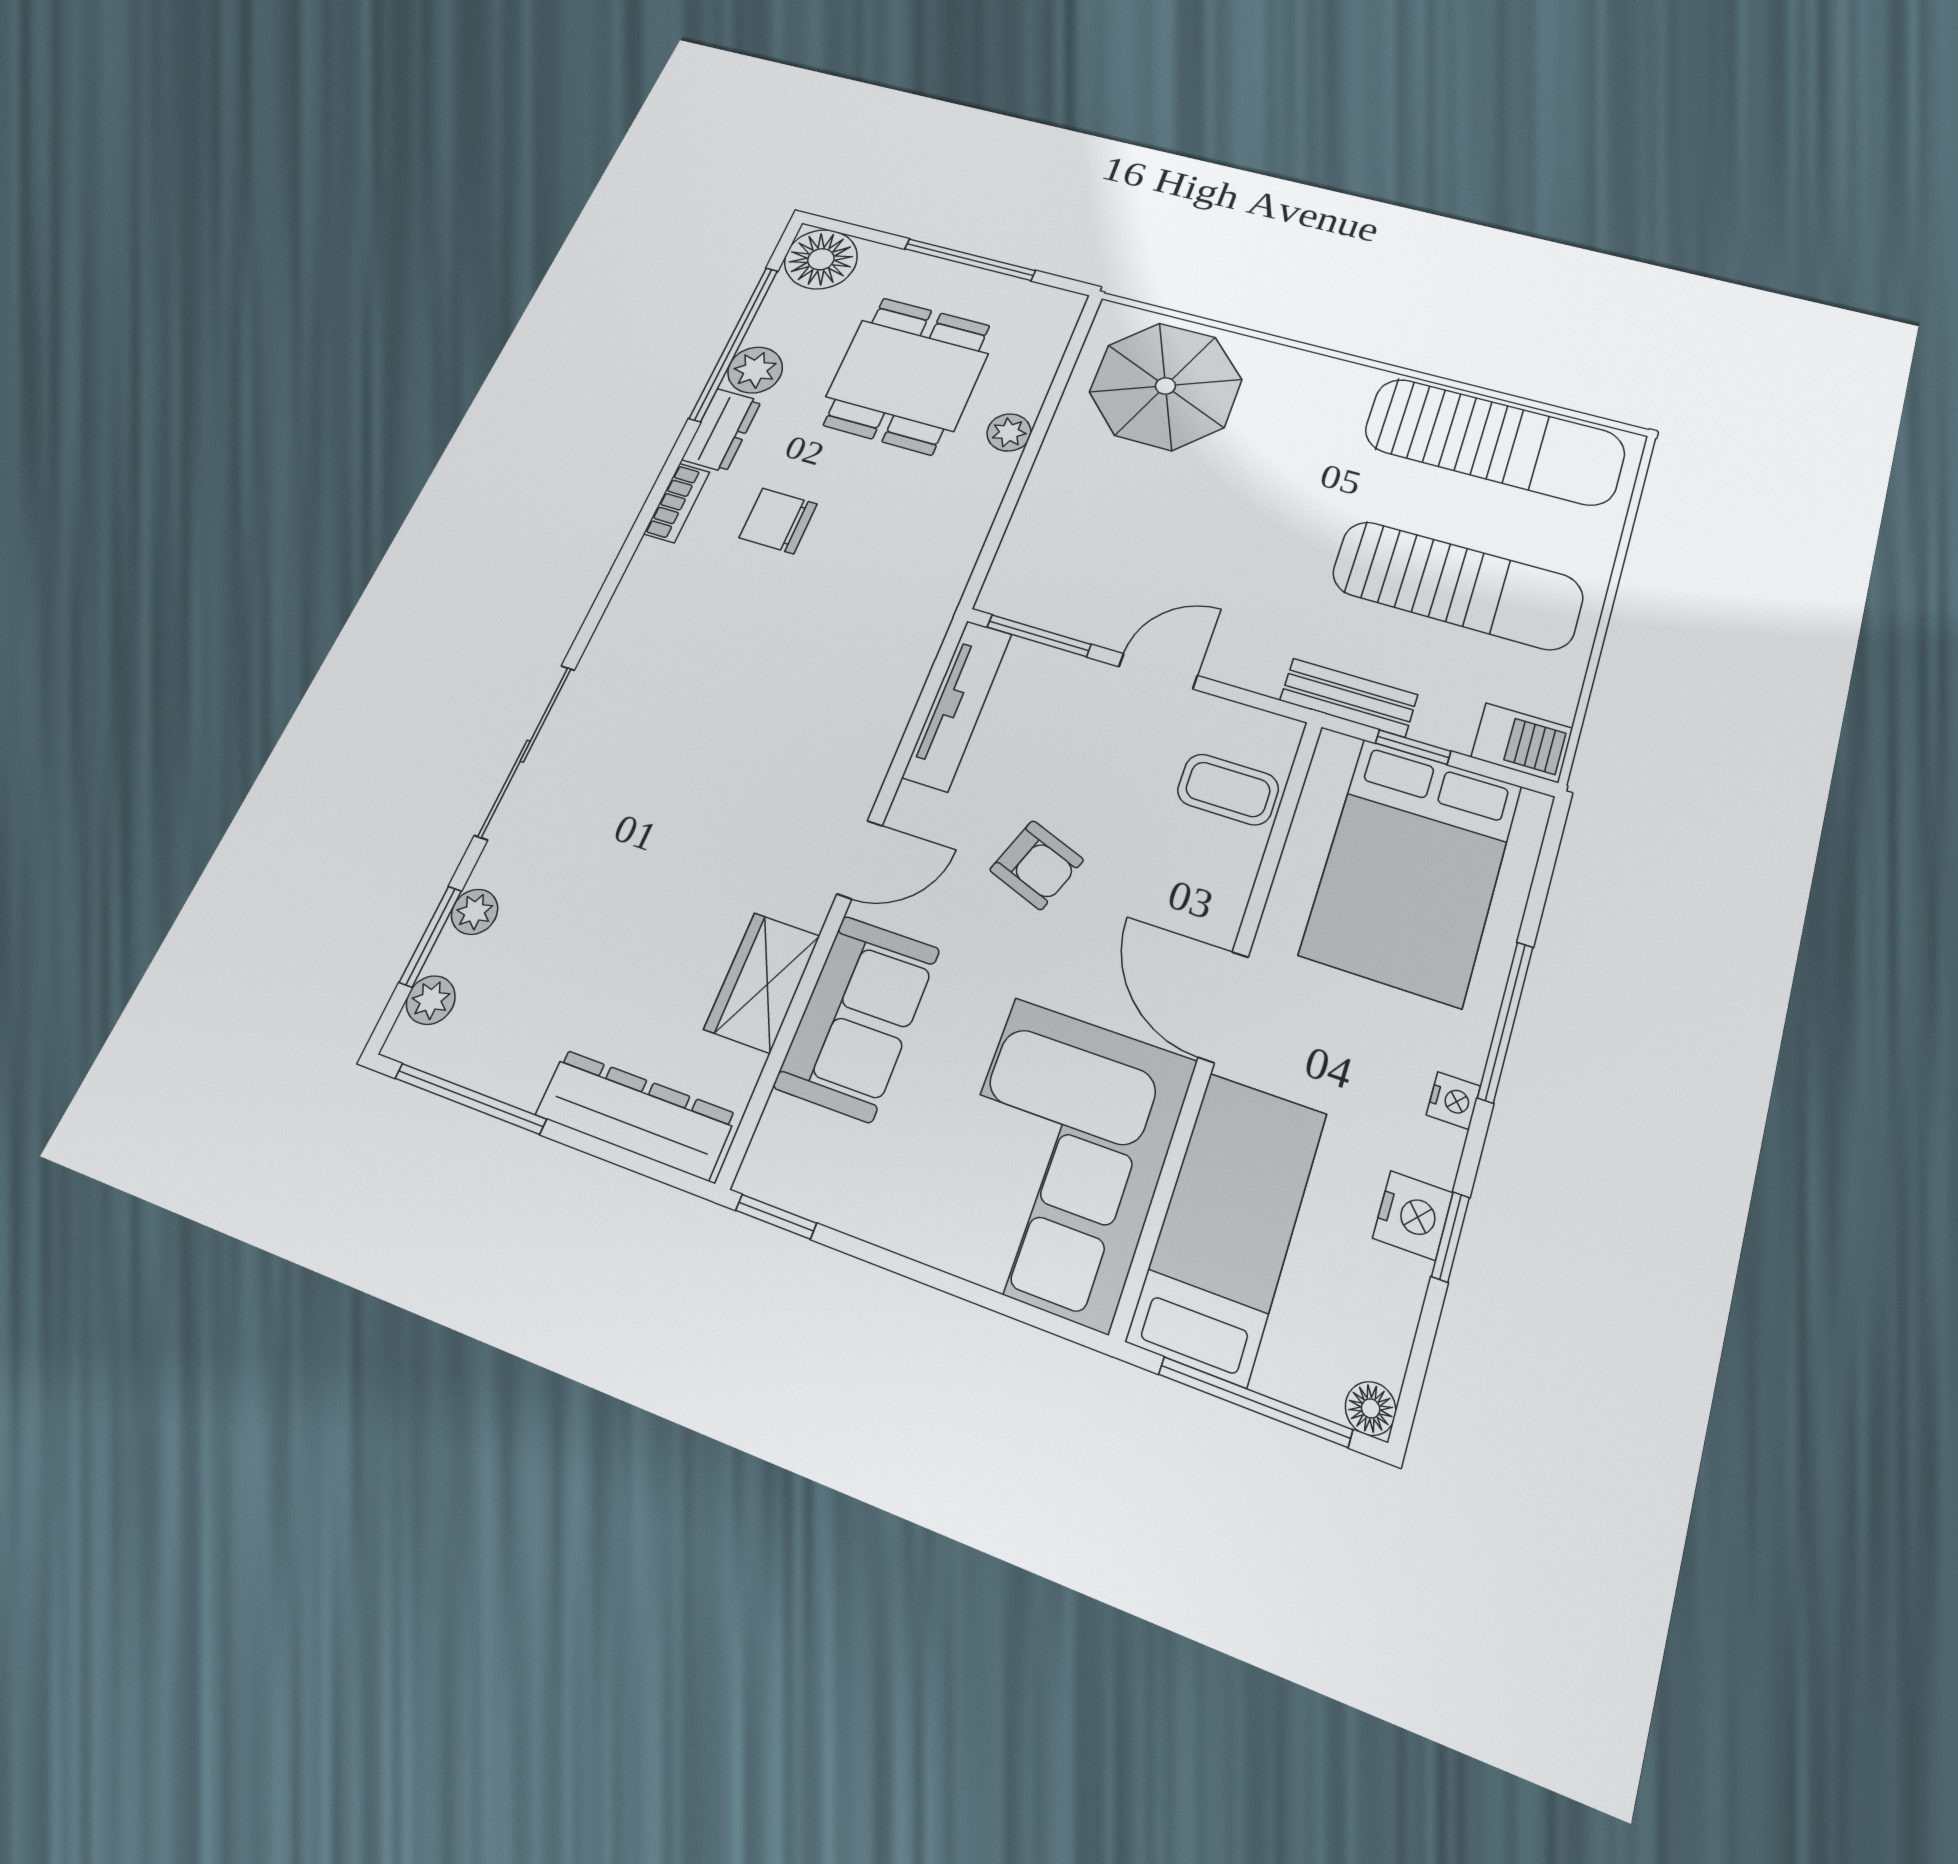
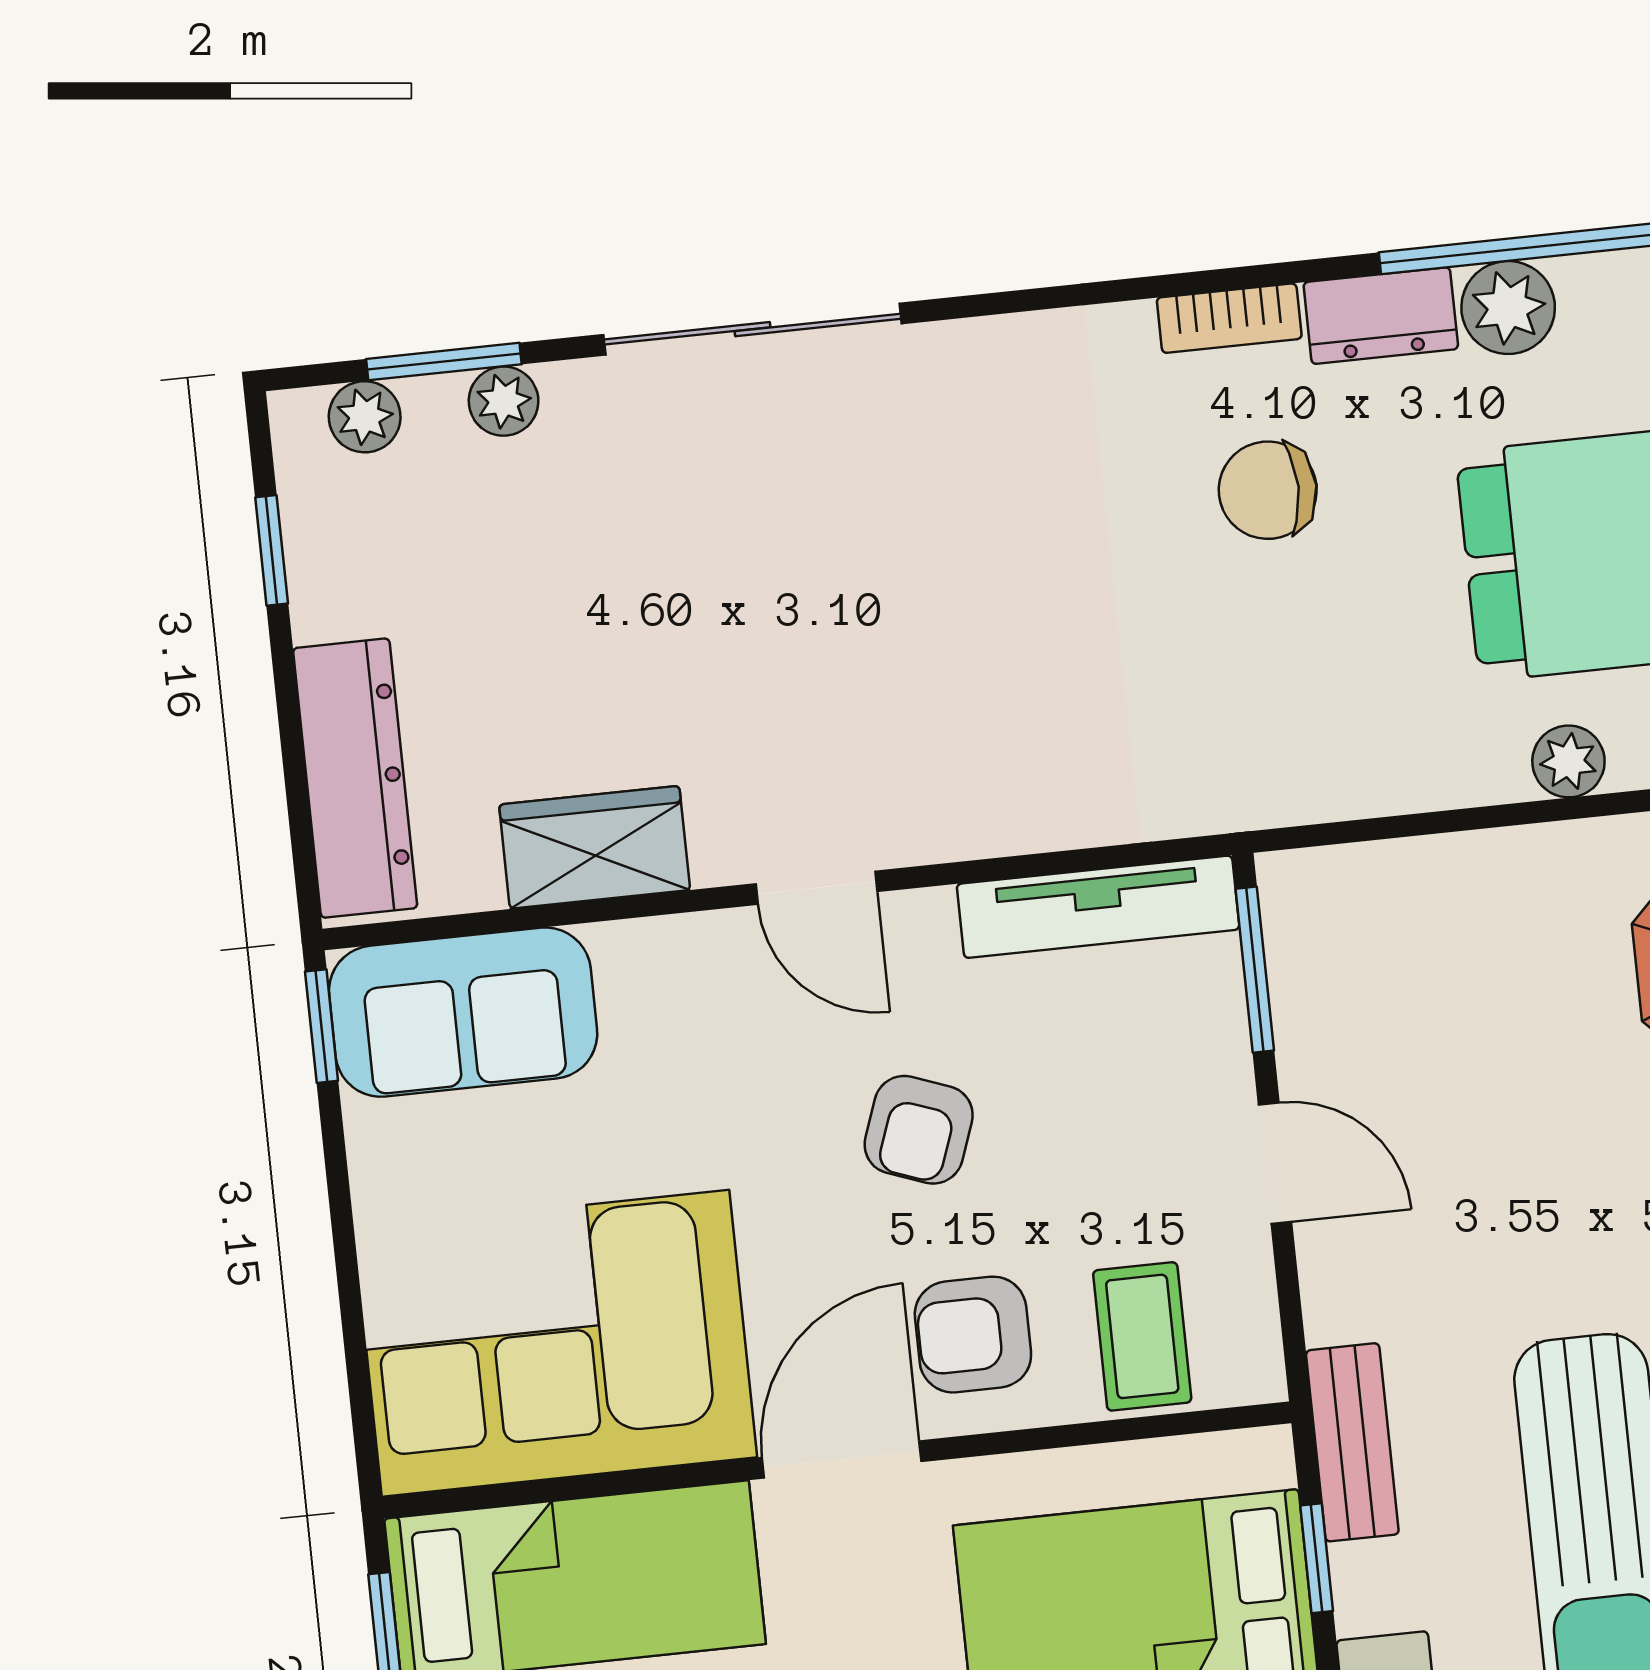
chair: (778, 521) -> (1268, 490), turned -90
armchair: (1180, 889) -> (973, 1335), added
sofa: (857, 1017) -> (463, 1012), moved
window: (470, 1099) -> (272, 550), width x0.46

